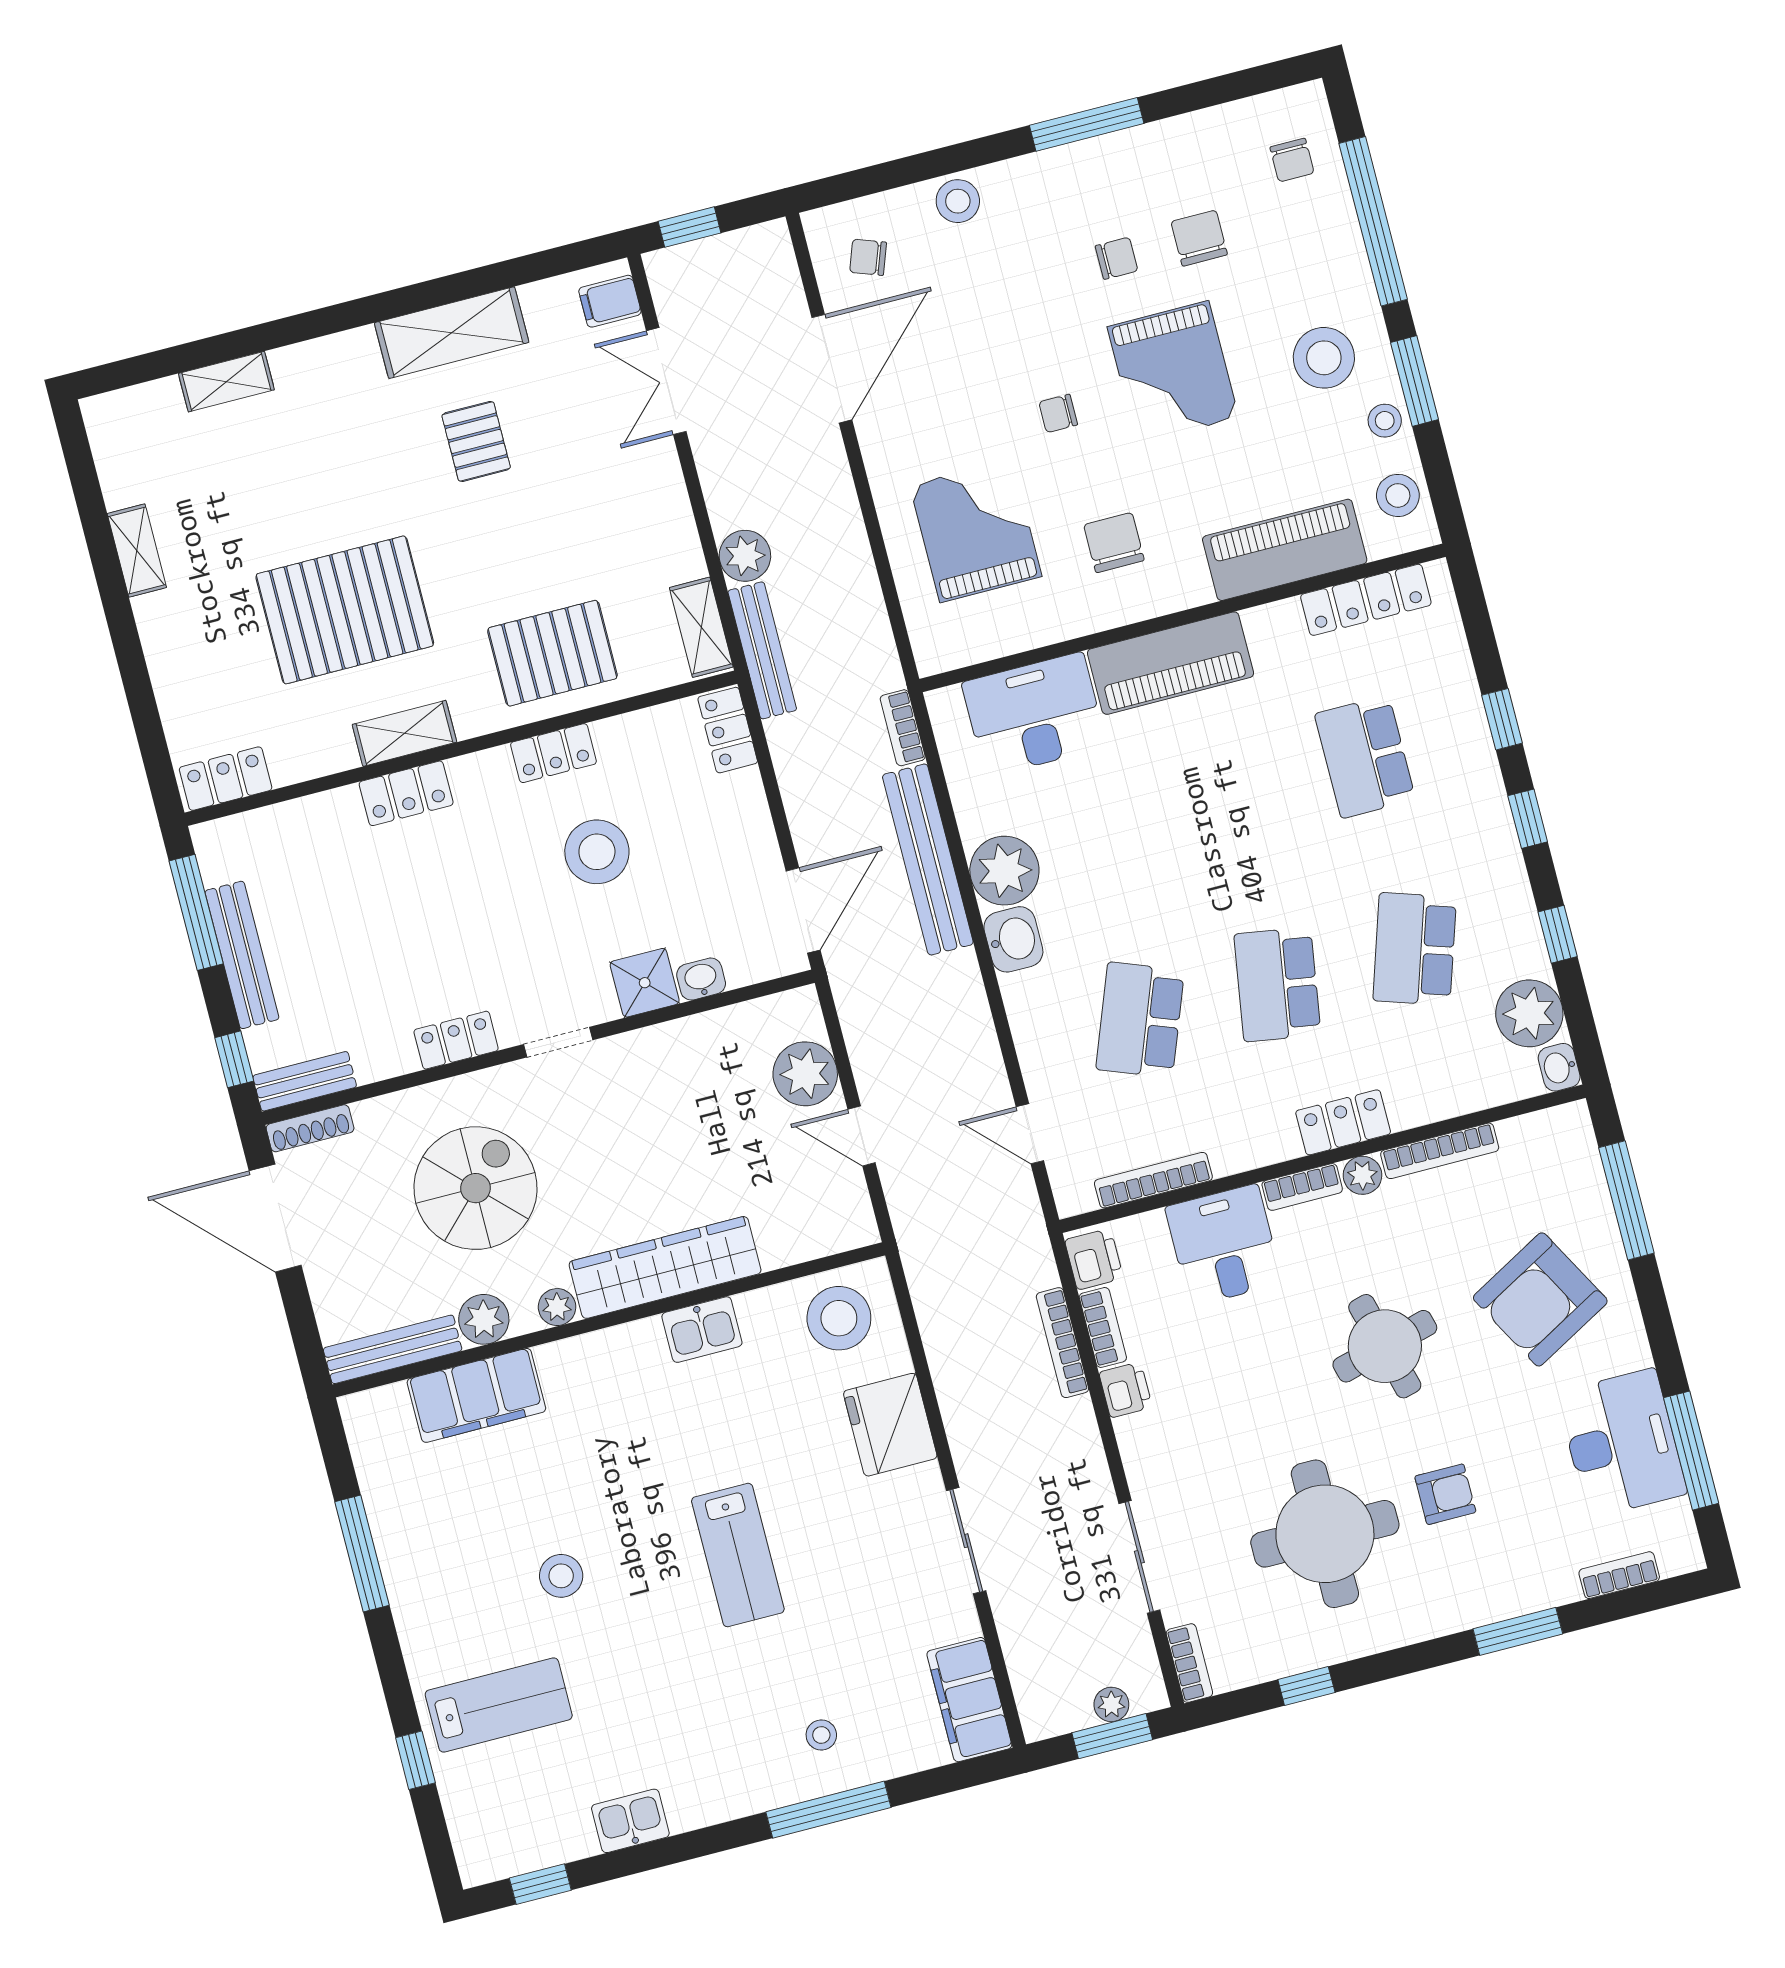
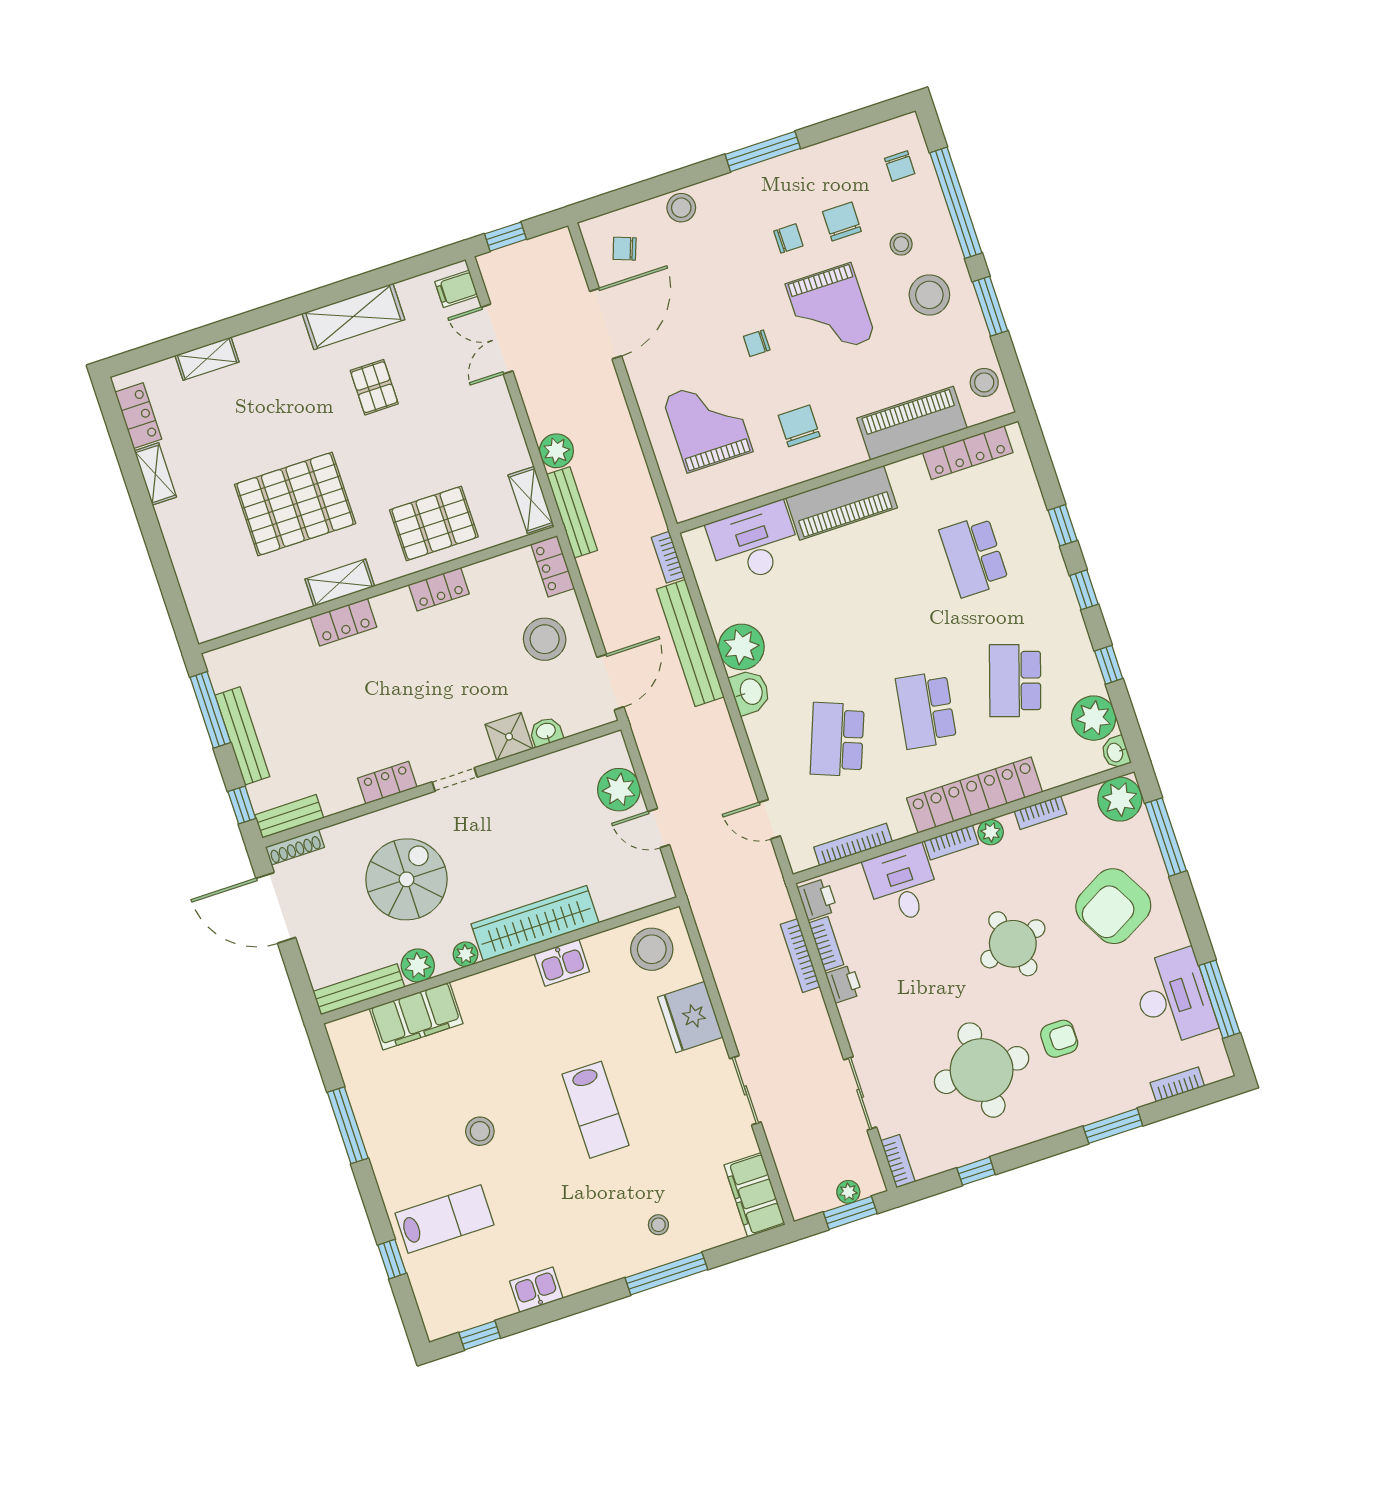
stool: (1385, 421) -> (901, 244), moved
locker: (226, 779) -> (138, 416), moved, turned 90
stool: (597, 852) -> (545, 639), moved
locker: (1343, 1122) -> (975, 795), width x2.16, depth x1.21
plant: (1561, 1139) -> (1120, 799), added
bookcase: (1440, 1151) -> (1040, 813), width x0.64

